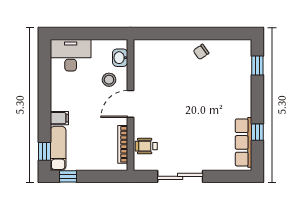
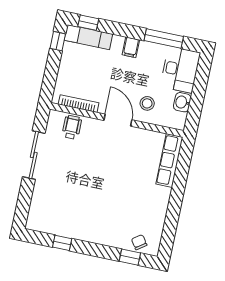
chair: (201, 52) -> (139, 242), moved
washbasin: (120, 58) -> (182, 102), moved, turned -90
window: (44, 77) -> (164, 39), added
filing cabinet: (59, 118) -> (131, 47), moved
row of seats: (243, 142) -> (169, 161), moved, turned -90

